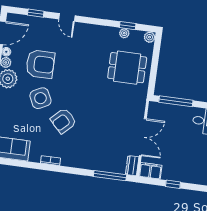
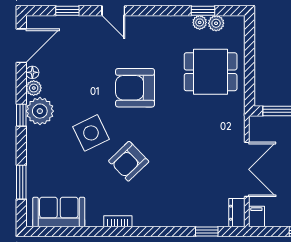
plant: (150, 37) -> (216, 23), moved
armchair: (40, 64) -> (135, 88), moved, turned 180
filing cabinet: (150, 171) -> (256, 216), width x0.50
window: (110, 176) -> (207, 232), width x0.46

